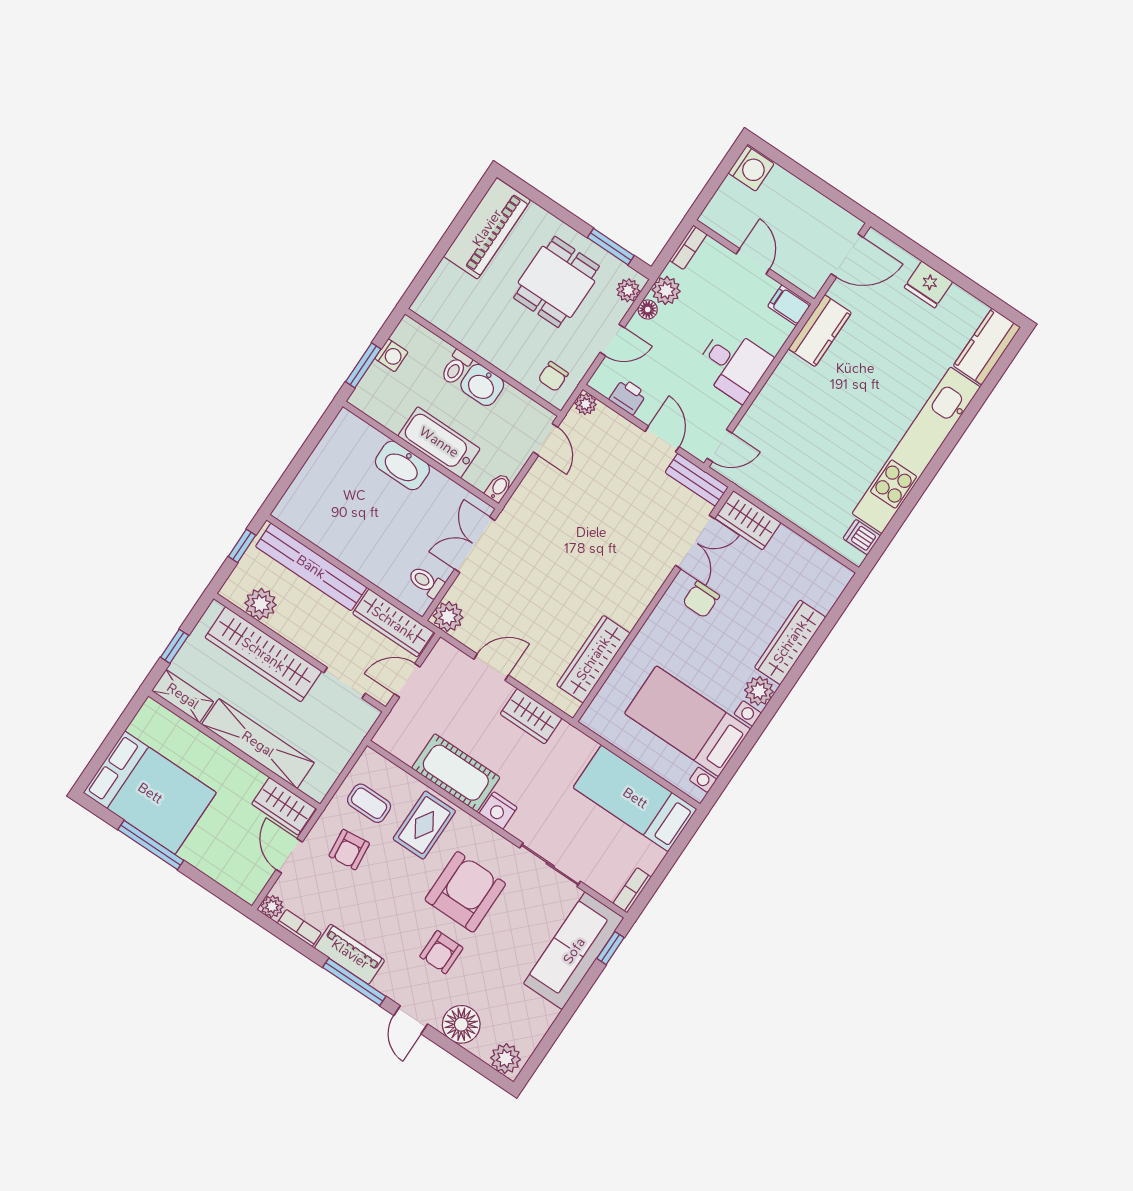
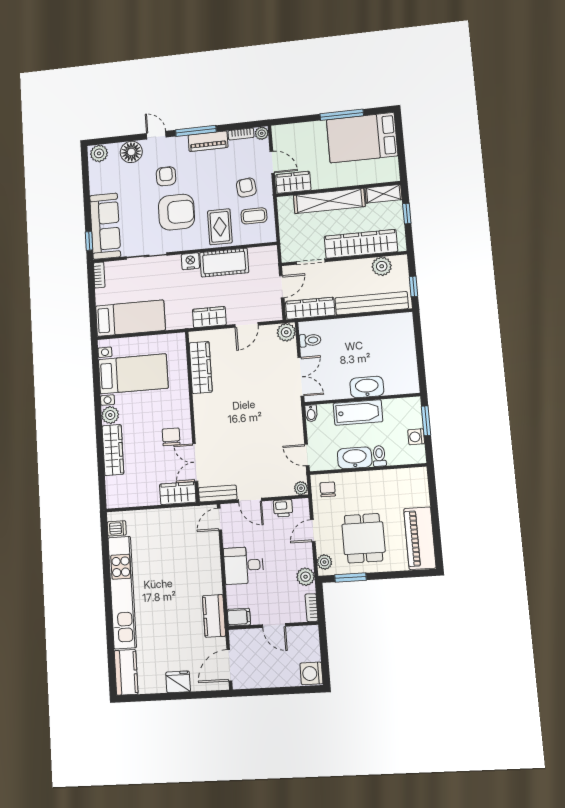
floor lamp: (648, 309) -> (307, 560), removed
washbasin: (482, 385) -> (355, 458), width x1.38
armchair: (465, 892) -> (176, 212), turned -90

